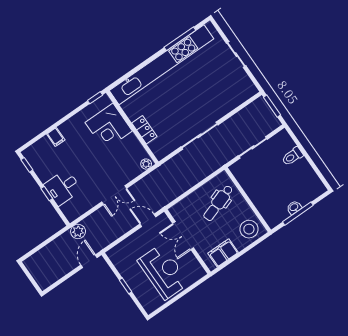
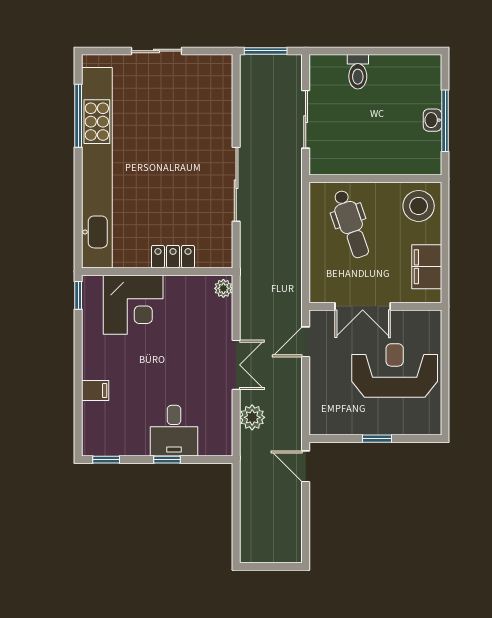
plant: (78, 231) -> (252, 417), moved

